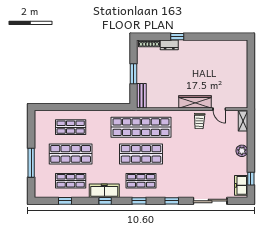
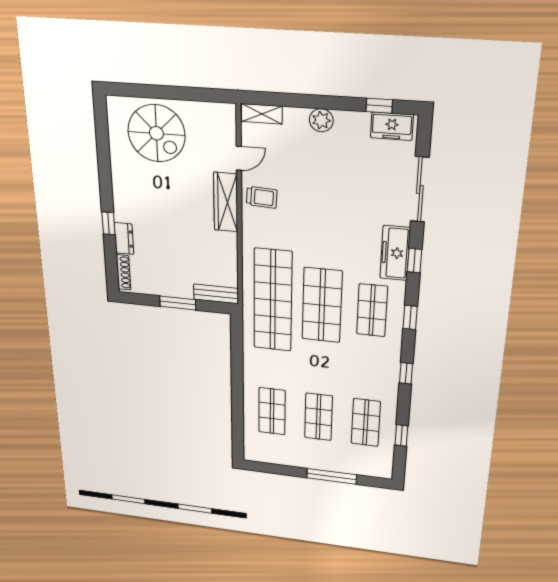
spiral stairs: (229, 66) -> (156, 133), added
shop shelf: (71, 154) -> (318, 417), width x0.70, depth x0.74
freezer: (104, 191) -> (395, 253), moved

